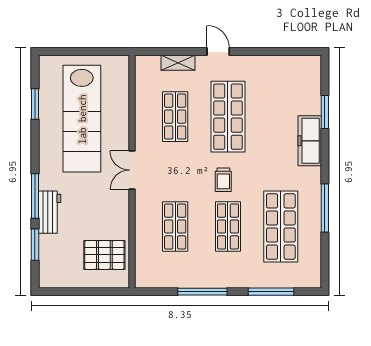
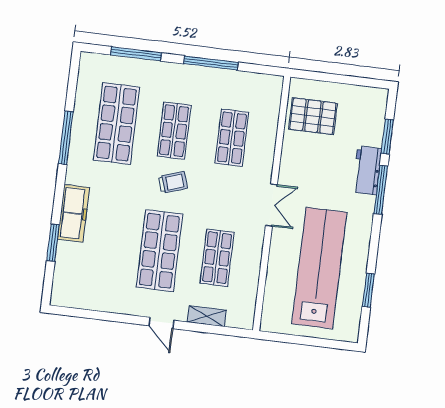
trolley: (223, 180) -> (173, 182), turned 72

